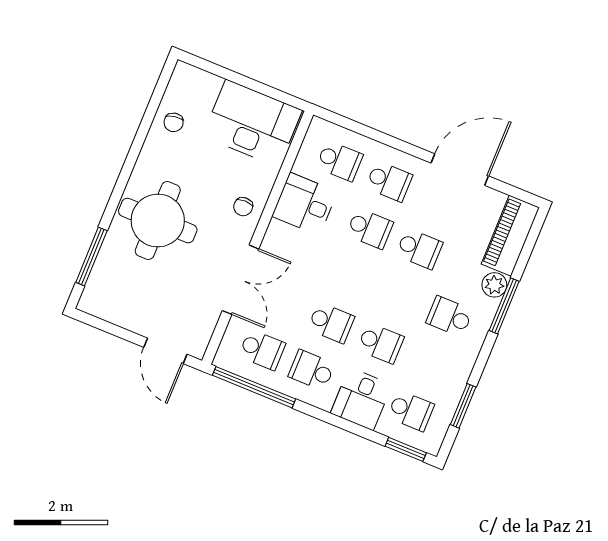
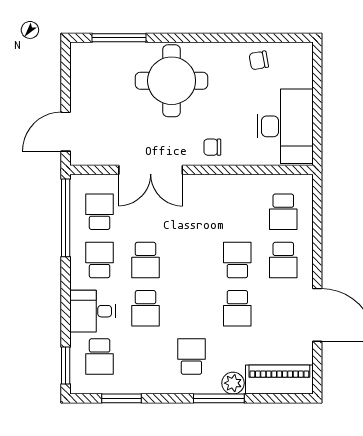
desk: (305, 204) -> (236, 197), removed
school desk: (370, 228) -> (237, 260), turned 180
school desk: (262, 350) -> (100, 212), turned 180

